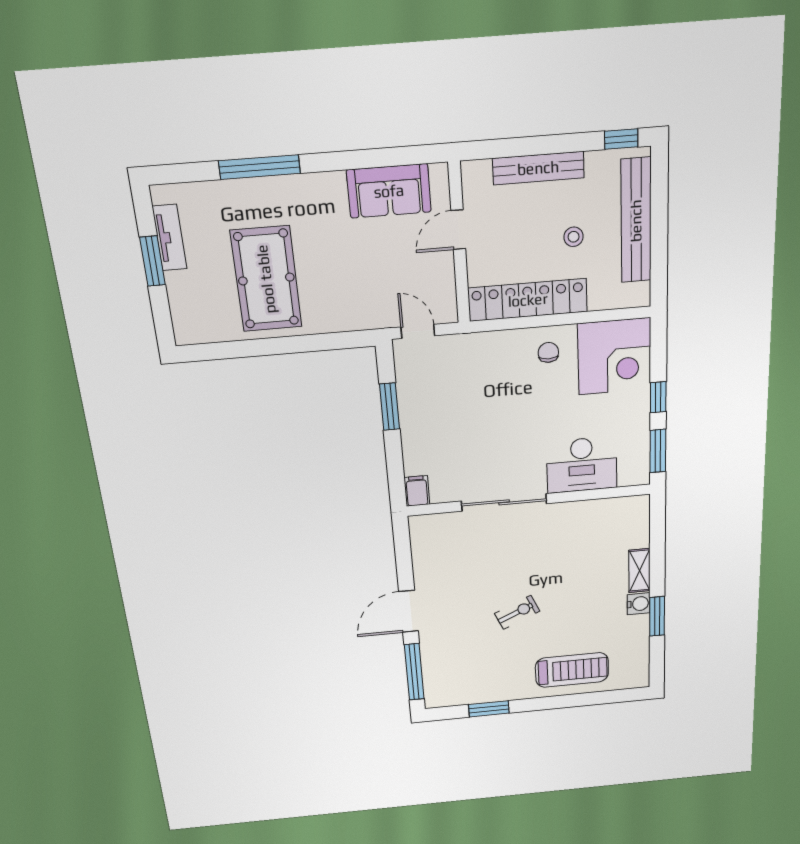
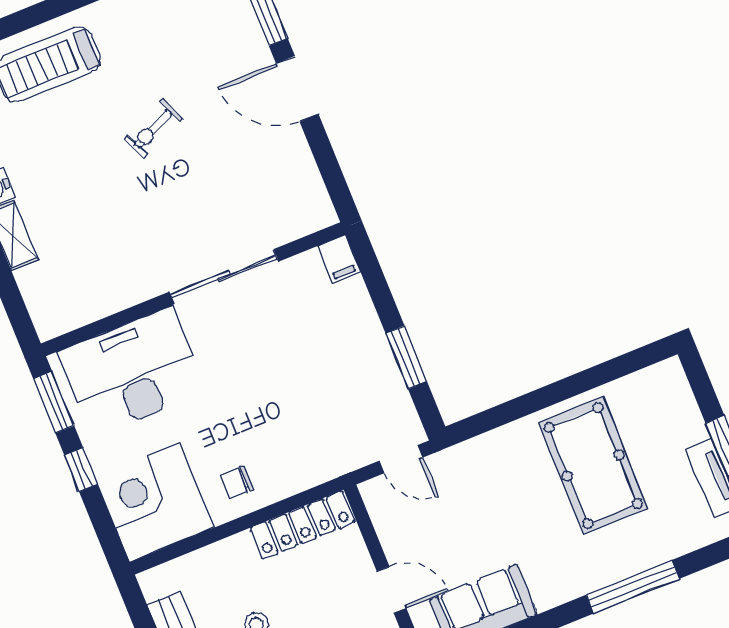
door: (458, 230) -> (392, 590), hinge flipped
locker: (528, 300) -> (302, 525), width x0.71, depth x0.83
chair: (548, 352) -> (237, 482), turned 90
desk: (582, 465) -> (132, 372), width x1.36, depth x1.30
door: (409, 611) -> (297, 89), swing flipped

